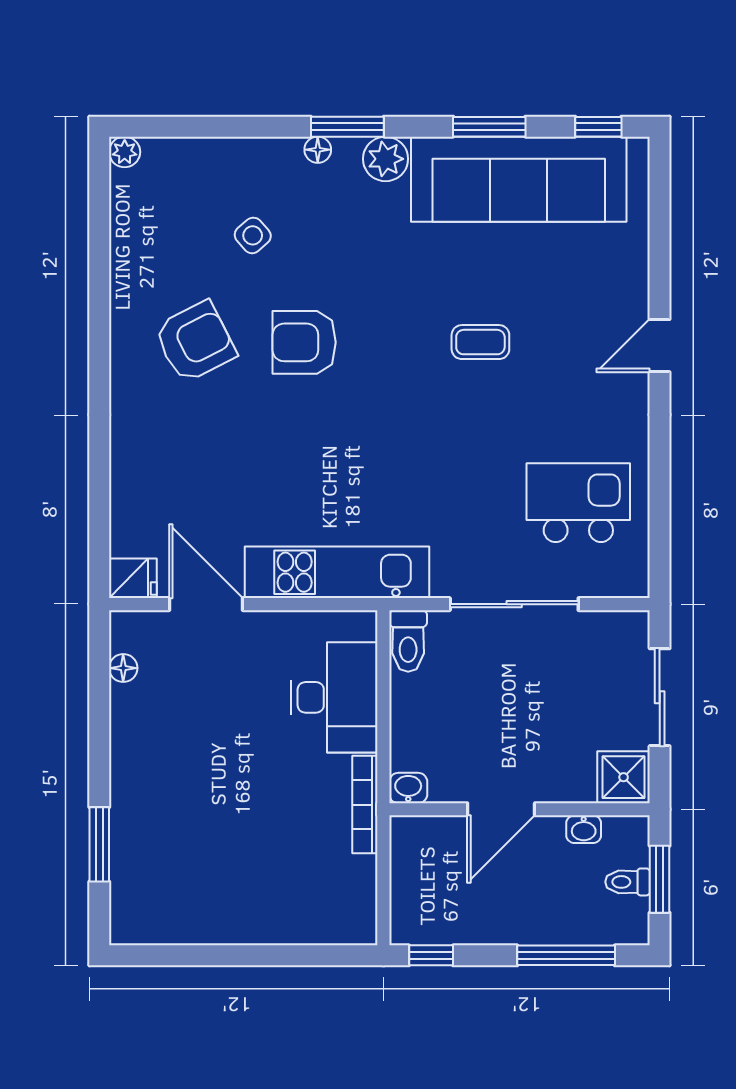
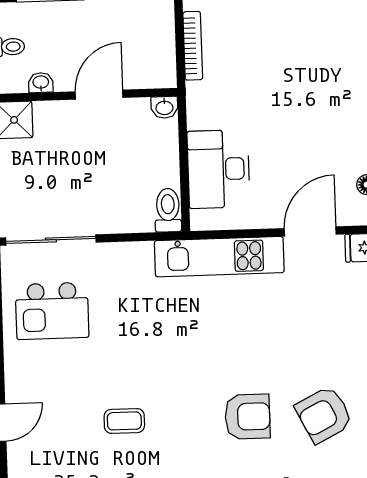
door: (206, 604) -> (310, 231), swing flipped
sliding door: (514, 604) -> (51, 240), moved
bookcase: (365, 805) -> (193, 46), moved

